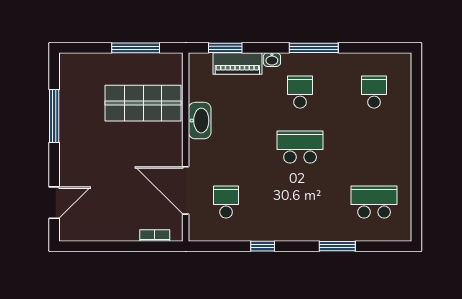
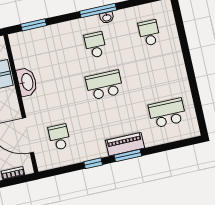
washbasin: (272, 60) -> (107, 18), moved
piano: (237, 64) -> (125, 144), moved, turned 180
window: (337, 246) -> (128, 156), moved

